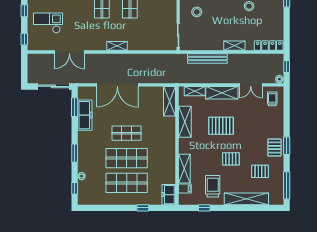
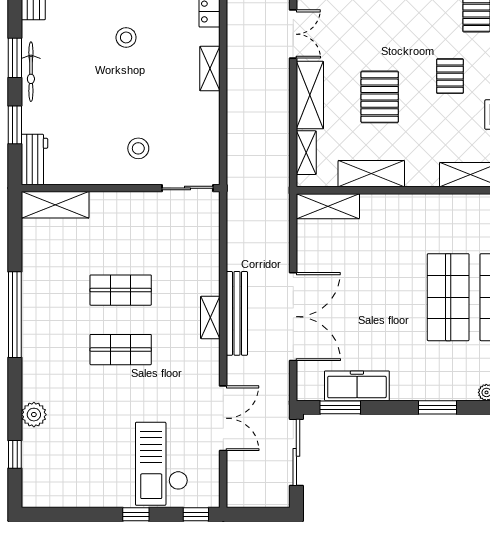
checkout: (48, 23) -> (162, 464), width x1.36, depth x1.21
bench: (207, 58) -> (237, 313), moved
shop shelf: (127, 133) -> (395, 297), removed

